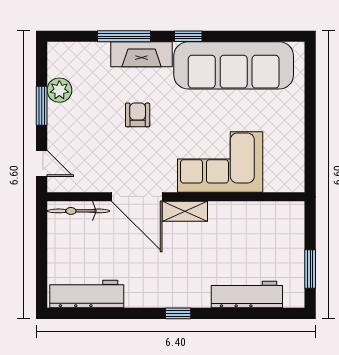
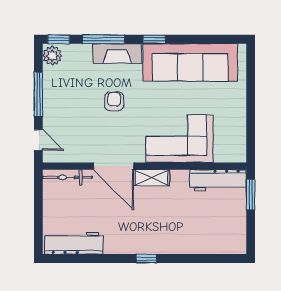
window: (68, 36) -> (59, 39), added
plant: (59, 90) -> (52, 56), moved
window: (42, 106) -> (38, 94), width x1.44
window: (310, 269) -> (251, 195), moved
workbench: (247, 295) -> (218, 180), moved, turned 180

